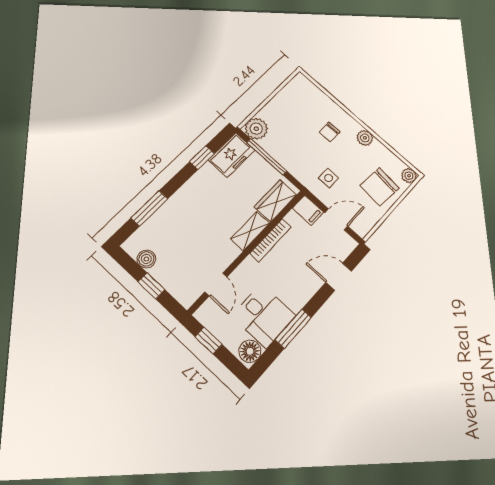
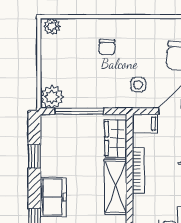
plant: (365, 138) -> (52, 26), moved
freezer: (232, 155) -> (53, 197), moved
shelving: (250, 231) -> (115, 187), width x1.50, depth x1.33

